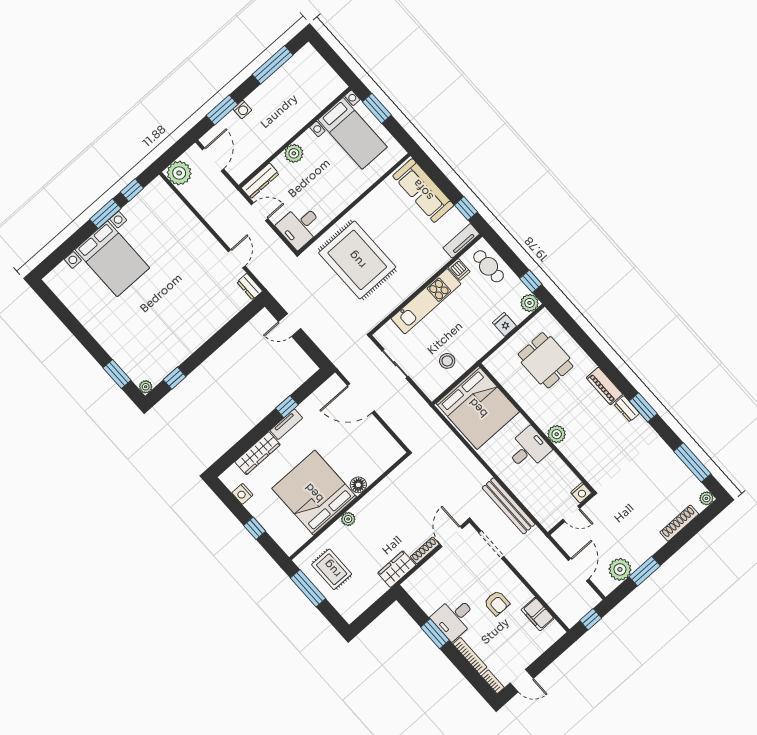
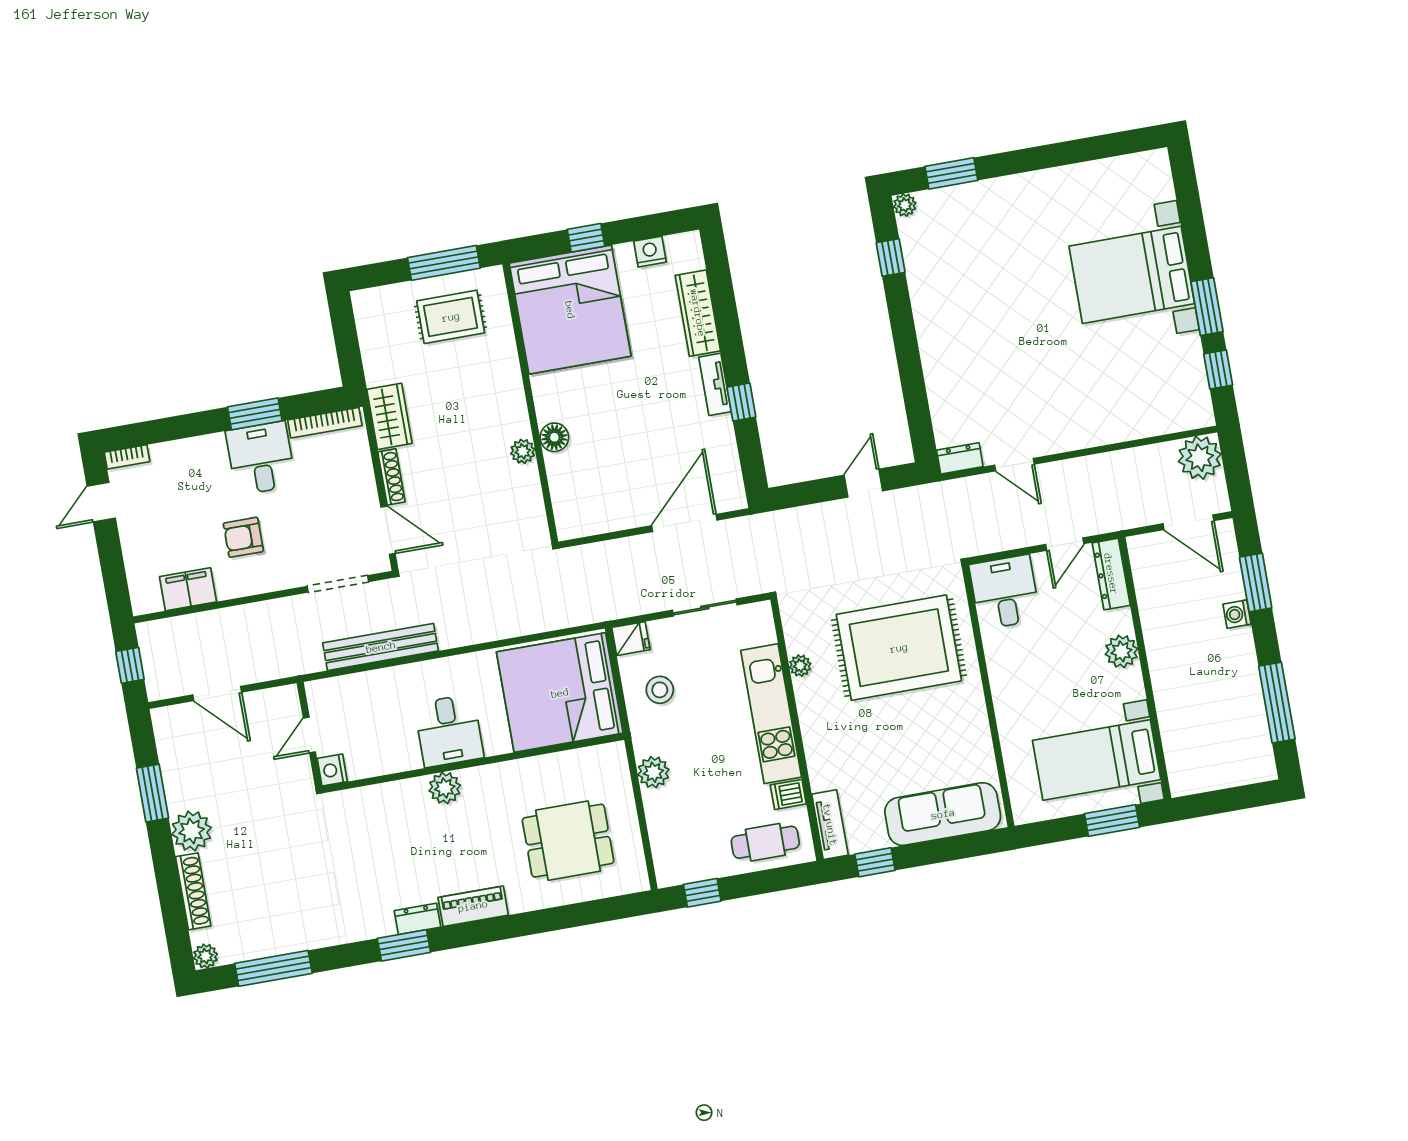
plant: (395, 302) -> (800, 666), added
plant: (530, 303) -> (653, 772), moved
fridge: (505, 324) -> (631, 639), moved
bed: (314, 493) -> (570, 310), moved, turned 90
plant: (348, 519) -> (523, 451), moved
plant: (620, 569) -> (192, 831), moved
bookcase: (470, 655) -> (325, 423), moved

